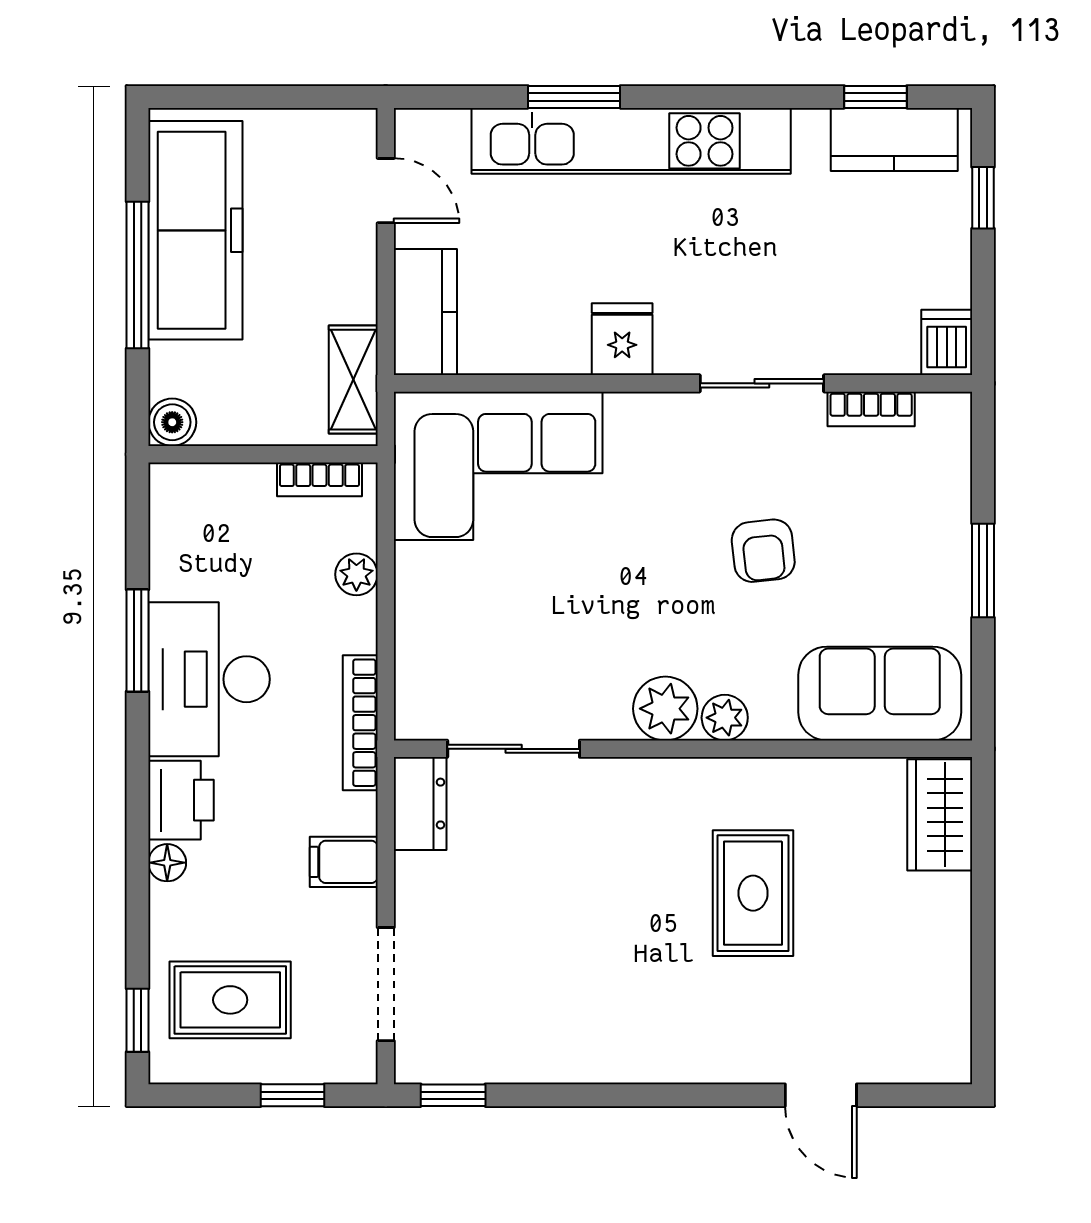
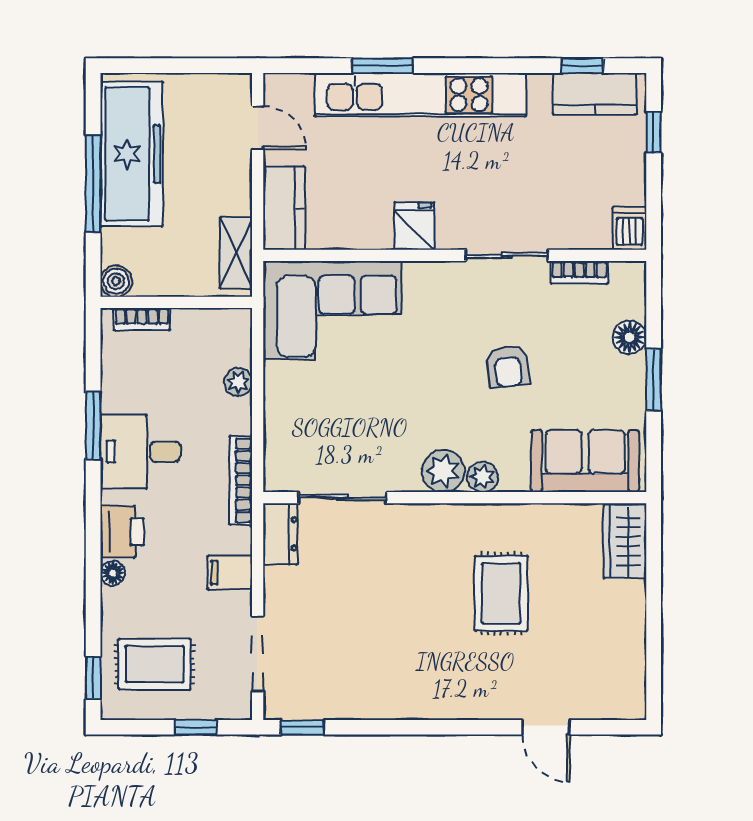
bookcase: (319, 479) -> (142, 319), moved
floor lamp: (947, 507) -> (630, 337), added
desk: (209, 679) -> (141, 452), width x0.73

